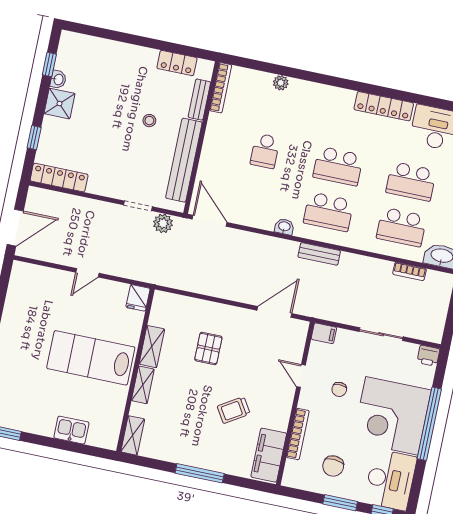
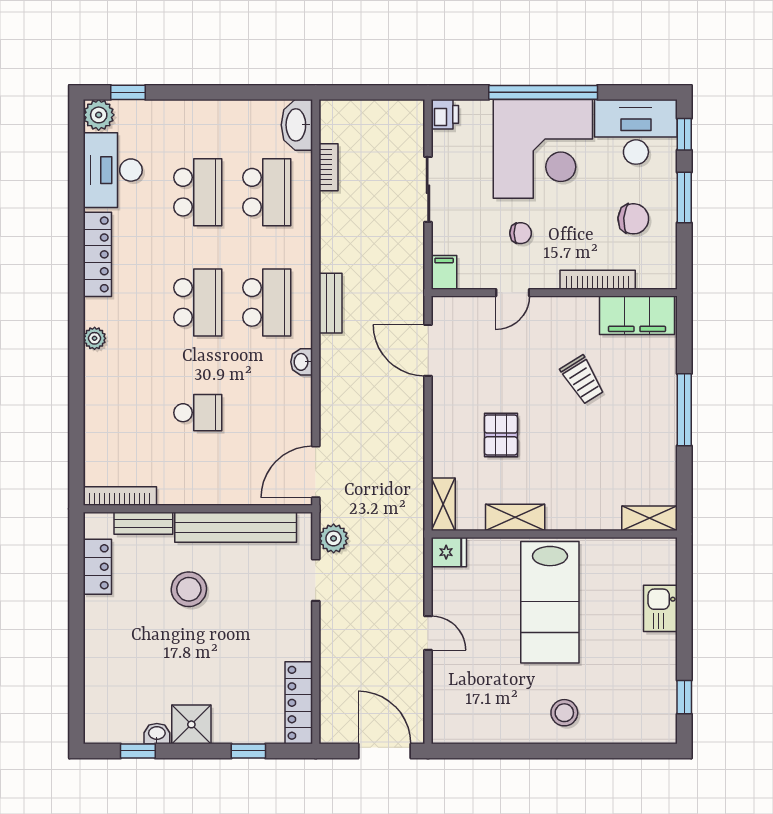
plant: (281, 83) -> (95, 338), moved
stool: (149, 121) -> (189, 589), width x1.89, depth x1.89
pallet: (208, 348) -> (501, 435), turned 90
stool: (16, 352) -> (564, 713), added
shelving: (143, 385) -> (443, 504), moved, turned 90

